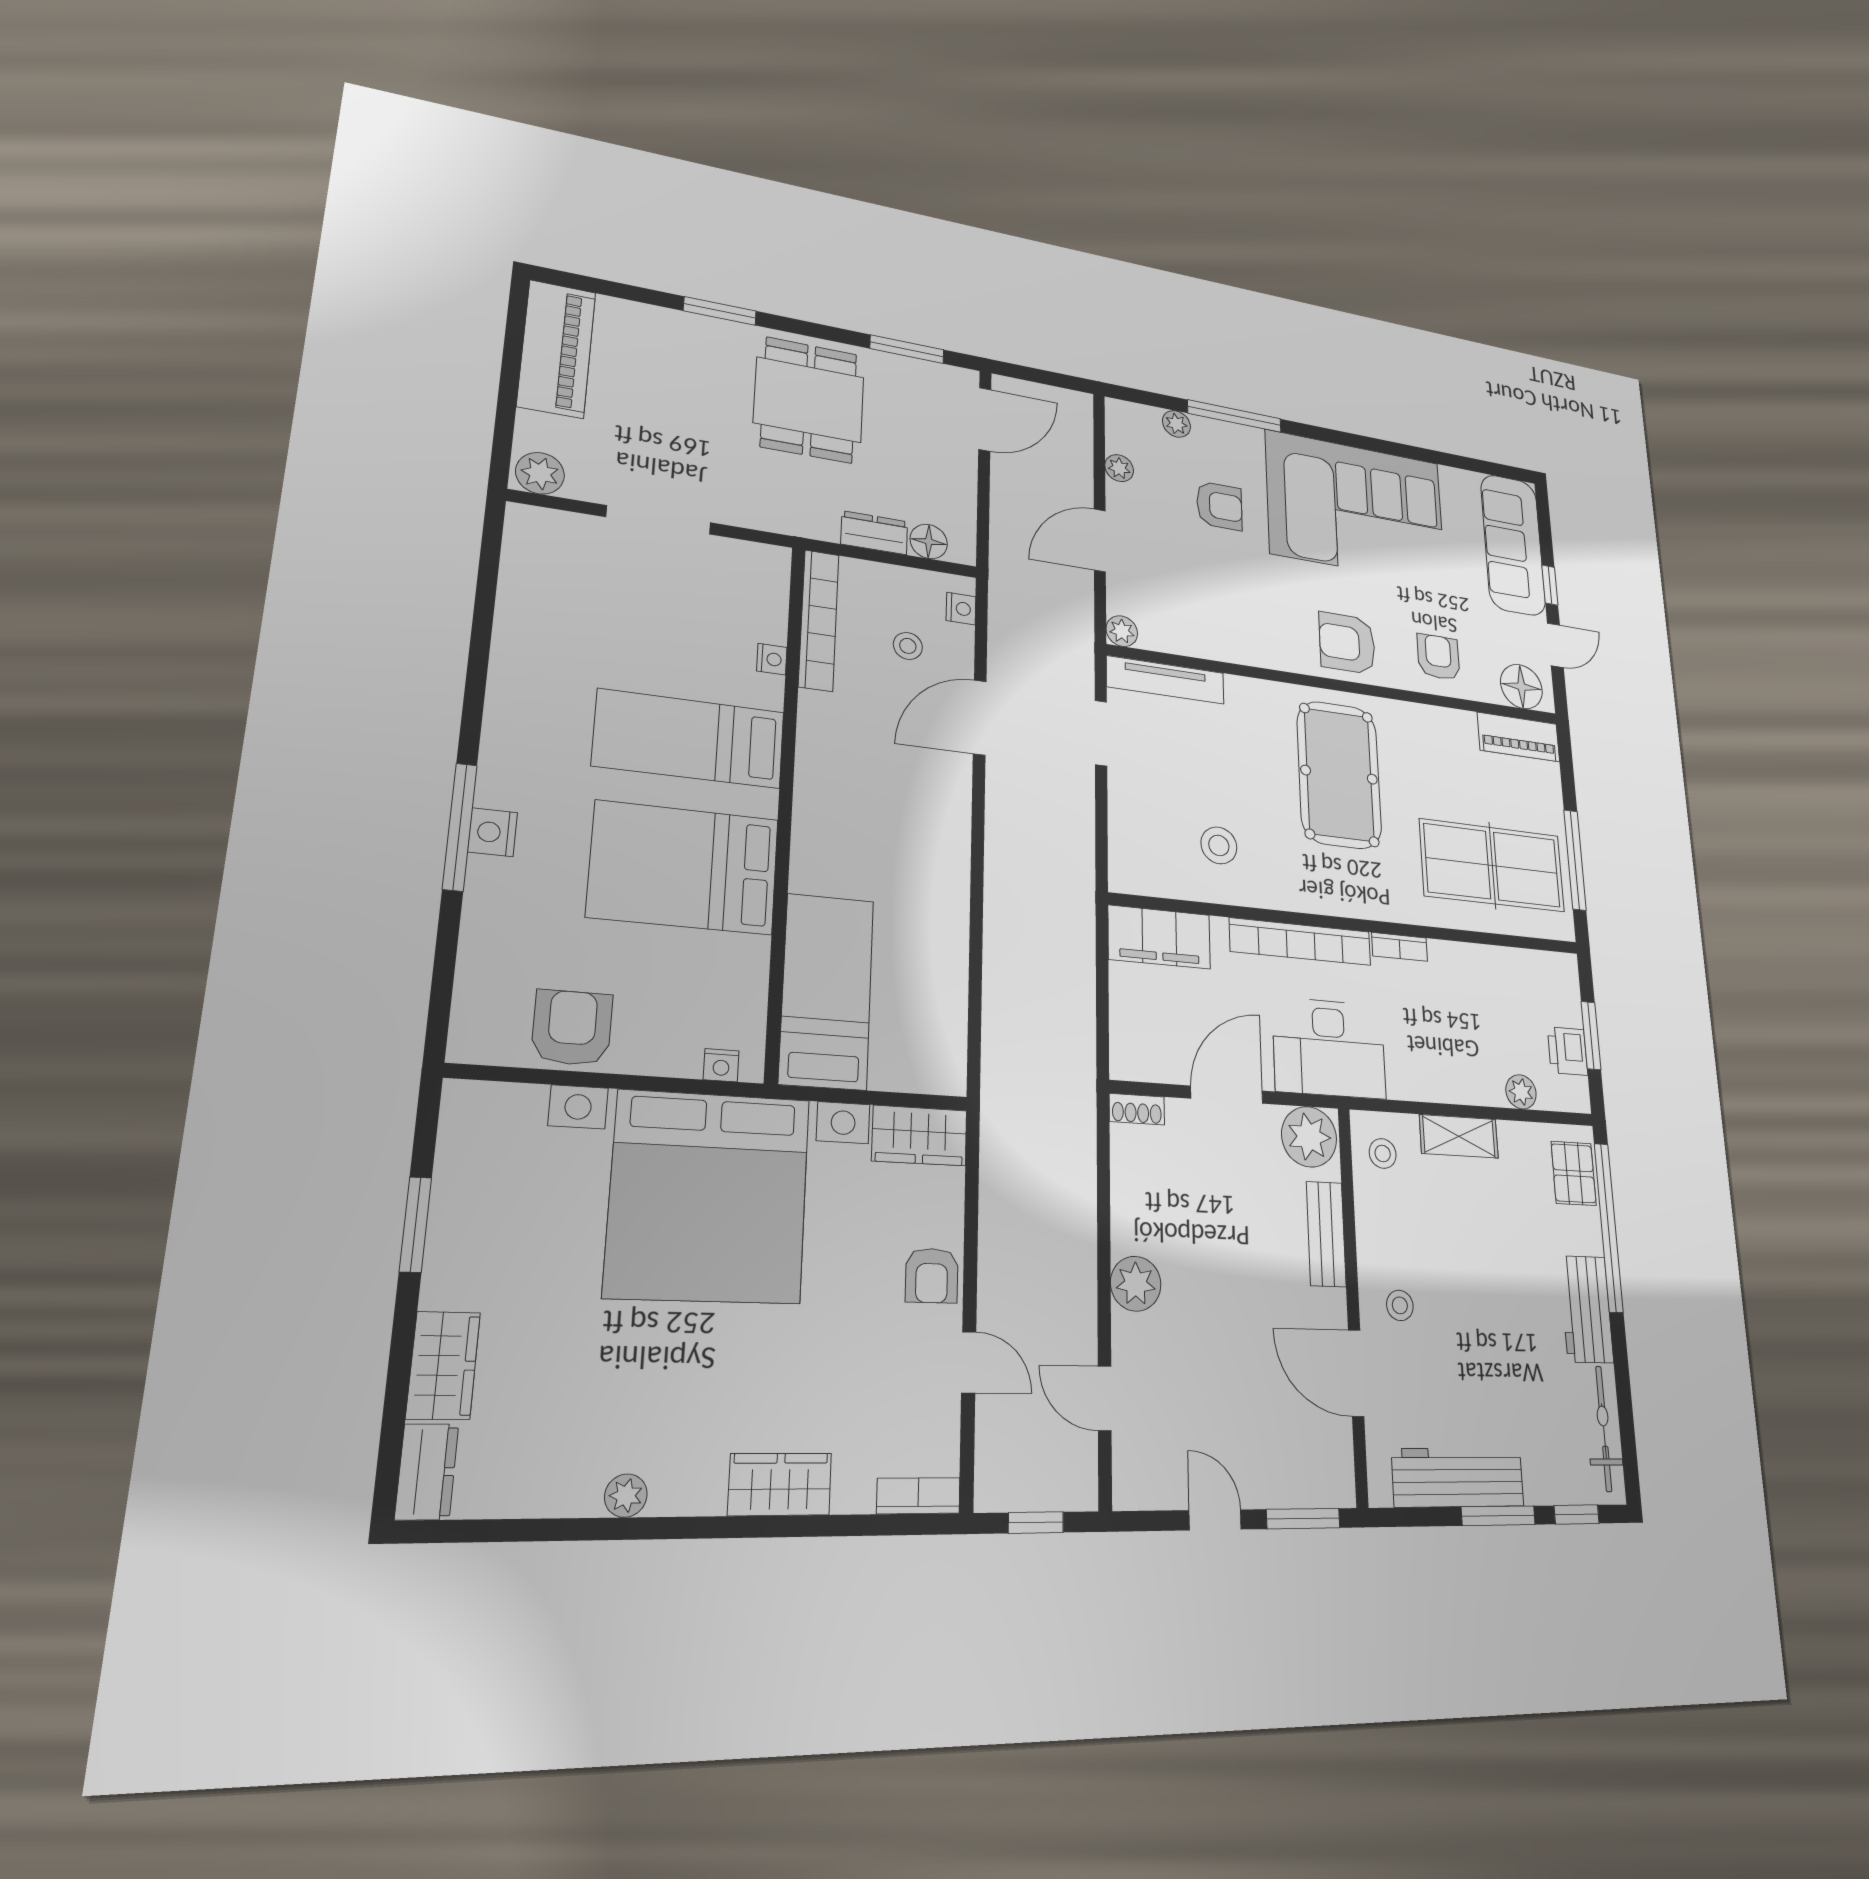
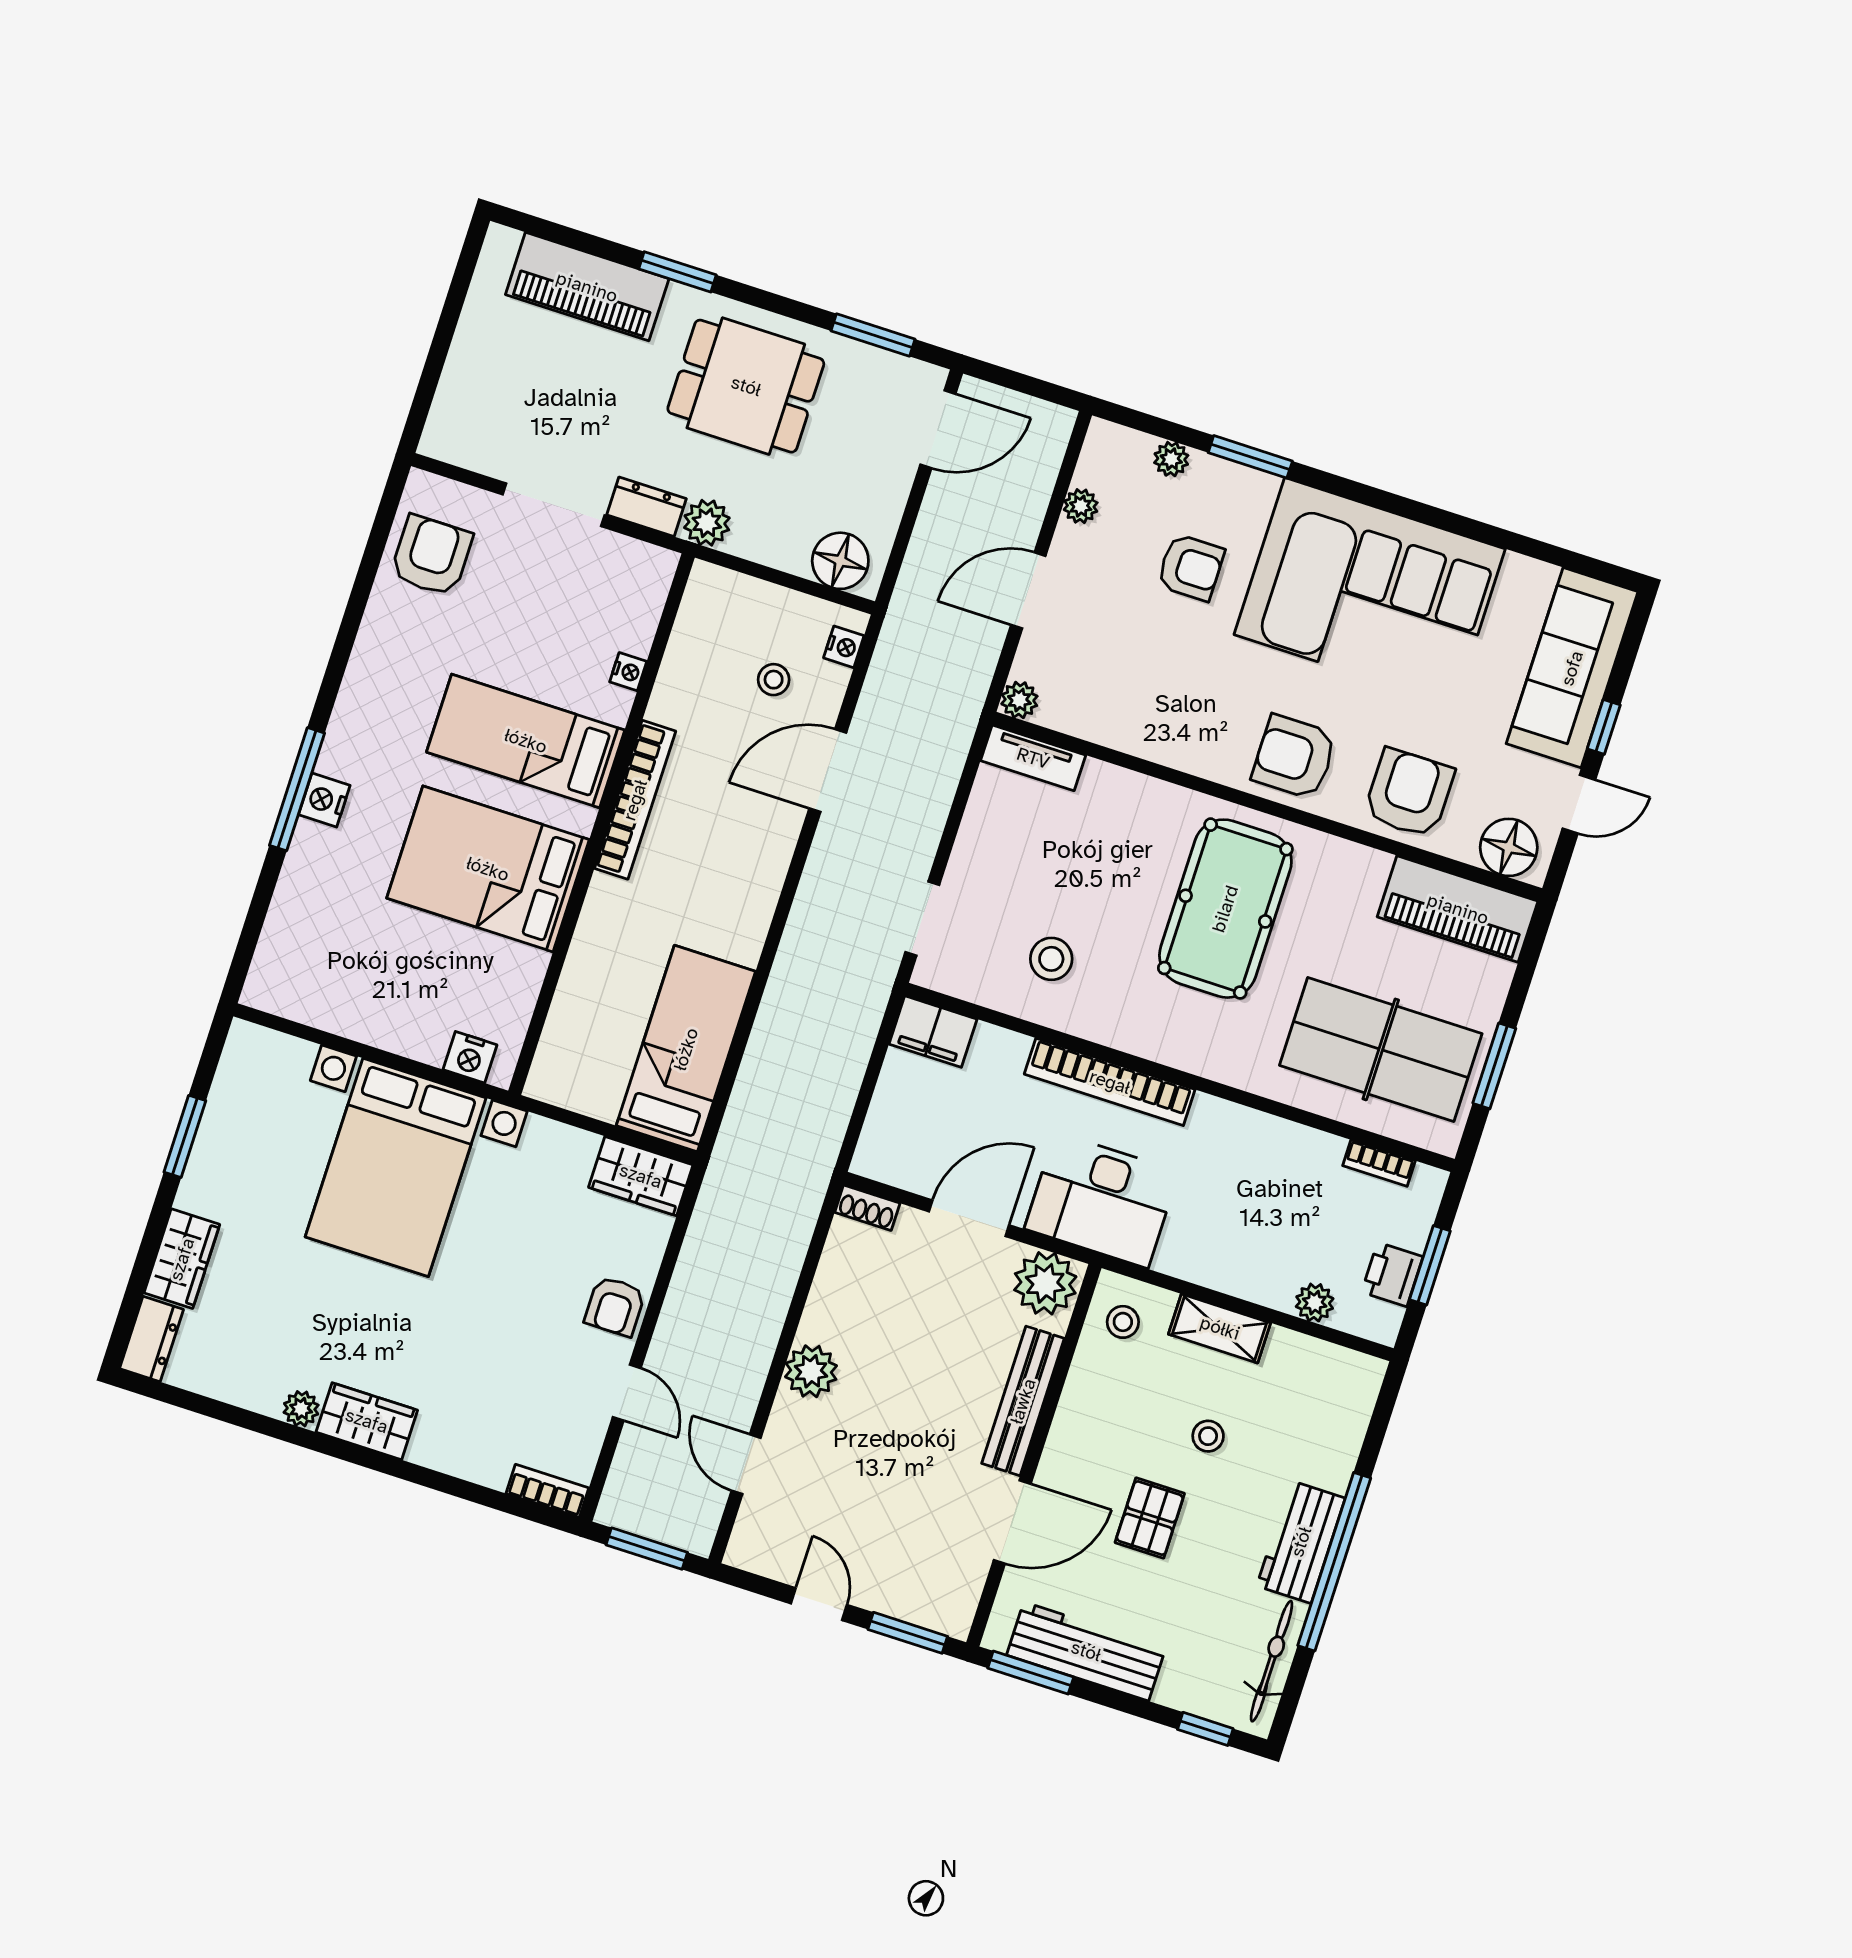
piano: (556, 349) -> (587, 287), moved, turned 90
dining table: (809, 400) -> (746, 386), turned 90
window: (1235, 416) -> (1250, 457), width x0.69
plant: (540, 473) -> (707, 523), moved
dresser: (874, 533) -> (647, 507), moved
floor lamp: (929, 542) -> (840, 561), width x1.38, depth x1.38
bookcase: (819, 620) -> (635, 800), moved
armchair: (1438, 657) -> (1409, 793), width x1.38, depth x1.38
tv unit: (1165, 680) -> (1033, 758), width x0.71
doorway: (1101, 733) -> (922, 919), moved
piano: (1519, 737) -> (1458, 909), width x1.37, depth x1.33
window: (1575, 860) -> (1494, 1066), width x0.69
filing cabinet: (1159, 937) -> (933, 1032), width x0.67, depth x0.86
bookcase: (1400, 947) -> (1379, 1163), moved
bed: (827, 991) -> (686, 1049), moved
armchair: (572, 1028) -> (431, 556), moved
nightstand: (721, 1065) -> (470, 1057), width x1.39, depth x1.35
pallet: (1574, 1173) -> (1150, 1518), moved
bed with nightstands: (709, 1196) -> (396, 1167), width x0.73
window: (1609, 1227) -> (1334, 1562), moved
bench: (1326, 1234) -> (1023, 1401), width x1.36
stool: (1400, 1305) -> (1208, 1436), moved
door: (1356, 1373) -> (1012, 1522), swing flipped
wardrobe: (780, 1484) -> (367, 1421), moved
window: (1498, 1516) -> (1031, 1673), moved
window: (1036, 1523) -> (647, 1549), width x1.50

